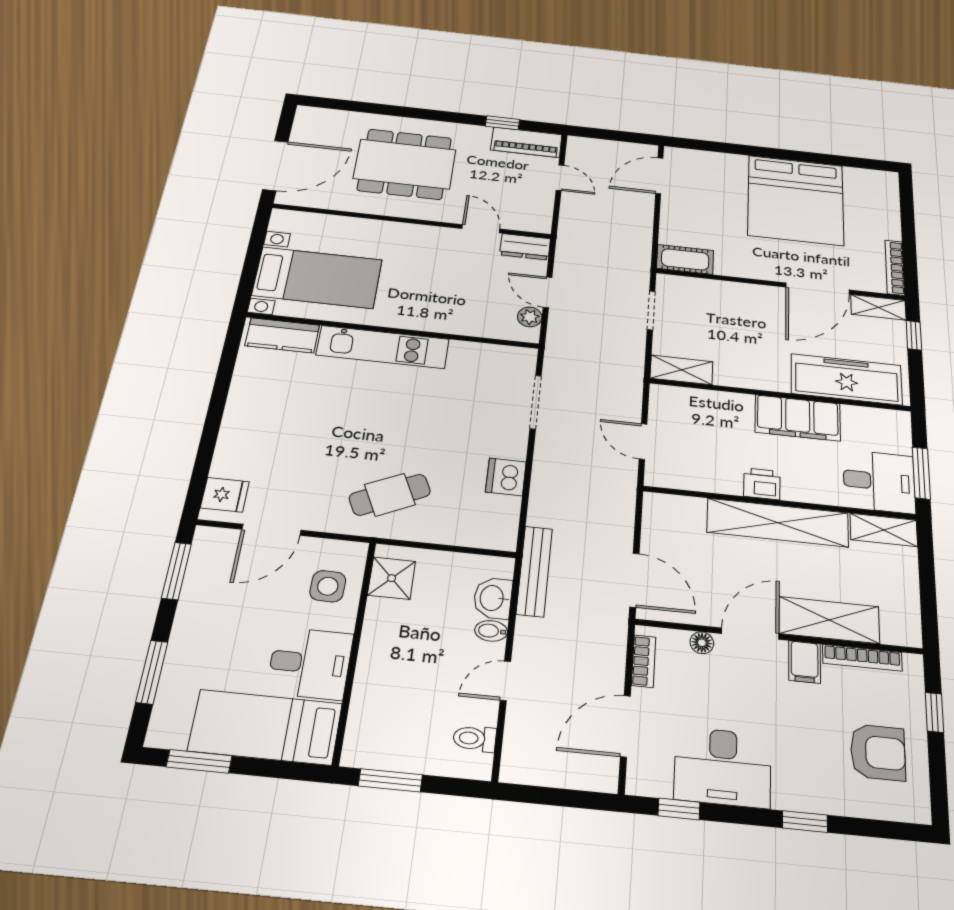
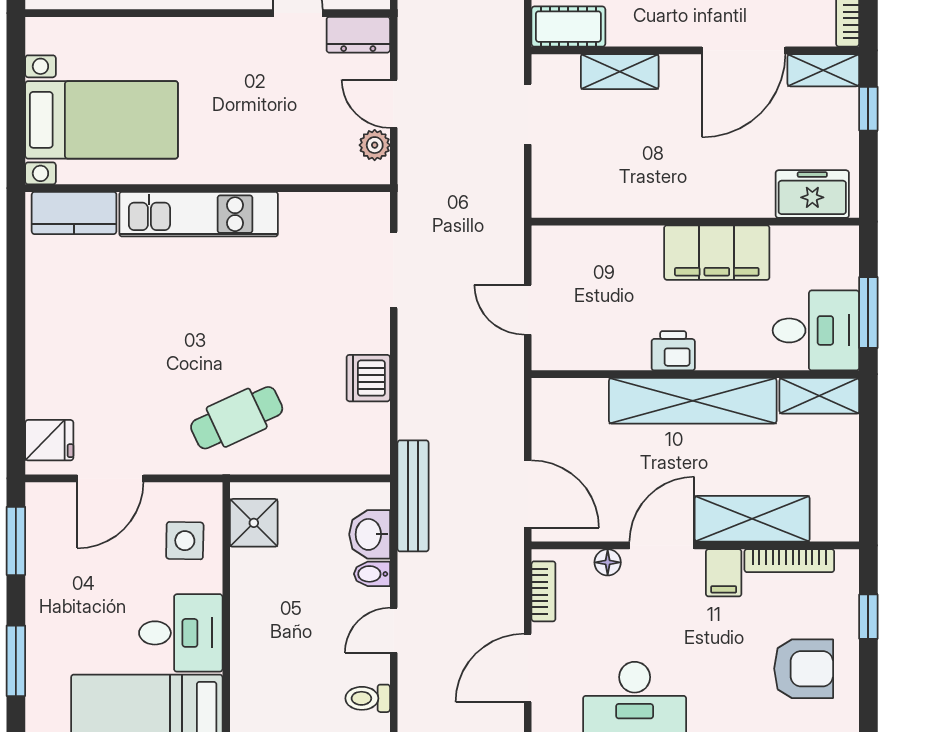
shelving: (681, 370) -> (620, 72), moved
freezer: (846, 379) -> (812, 194), width x0.52, depth x0.79

